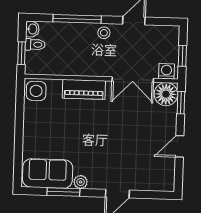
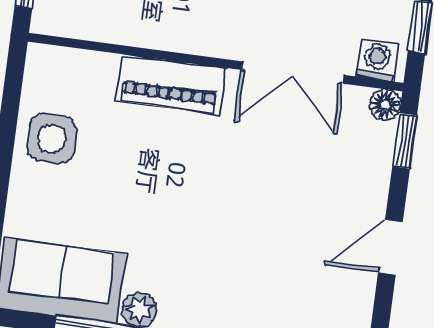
side table: (36, 91) -> (52, 139), moved
floor lamp: (166, 94) -> (385, 105), width x0.53, depth x0.53

